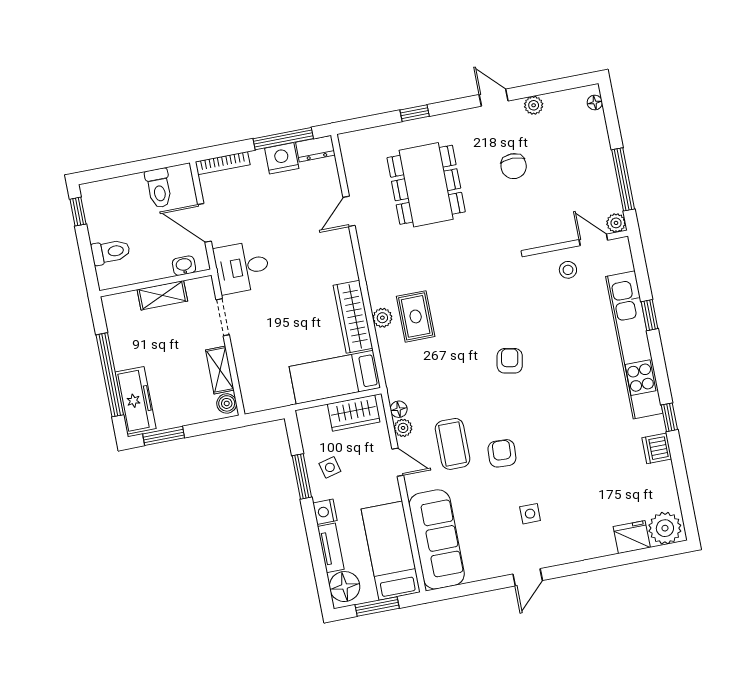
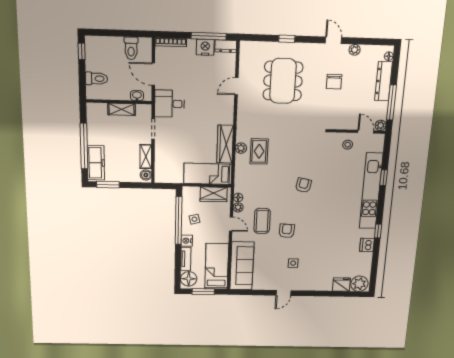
dresser: (598, 146) -> (384, 81), added
window: (302, 476) -> (179, 221), width x2.11

